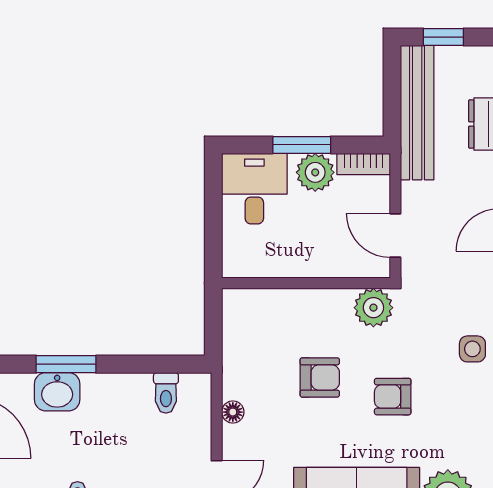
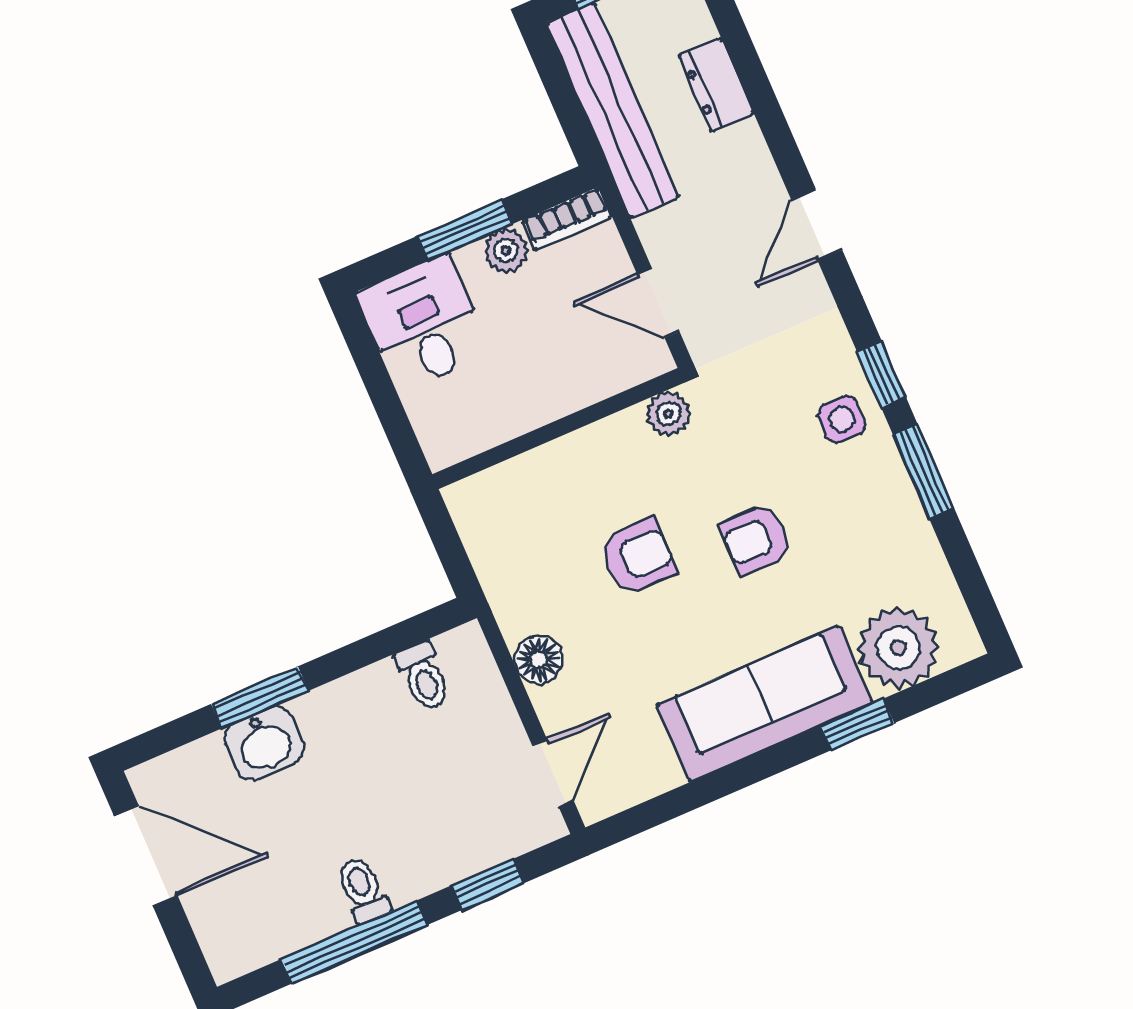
plant: (315, 172) -> (506, 251), width x0.73, depth x0.73
plant: (373, 308) -> (668, 414), width x0.73, depth x0.73
floor lamp: (233, 412) -> (539, 660), width x1.37, depth x1.37

